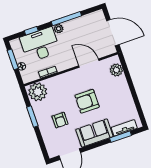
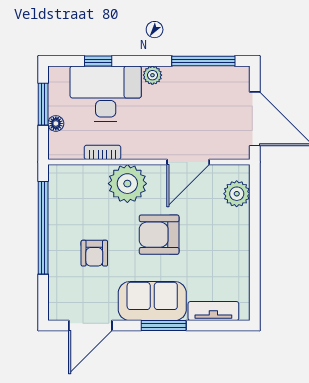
window: (66, 19) -> (203, 61), moved
door: (89, 63) -> (188, 162), swing flipped
plant: (38, 92) -> (127, 184), moved
window: (32, 117) -> (43, 228), width x2.11
window: (120, 137) -> (164, 326), moved

